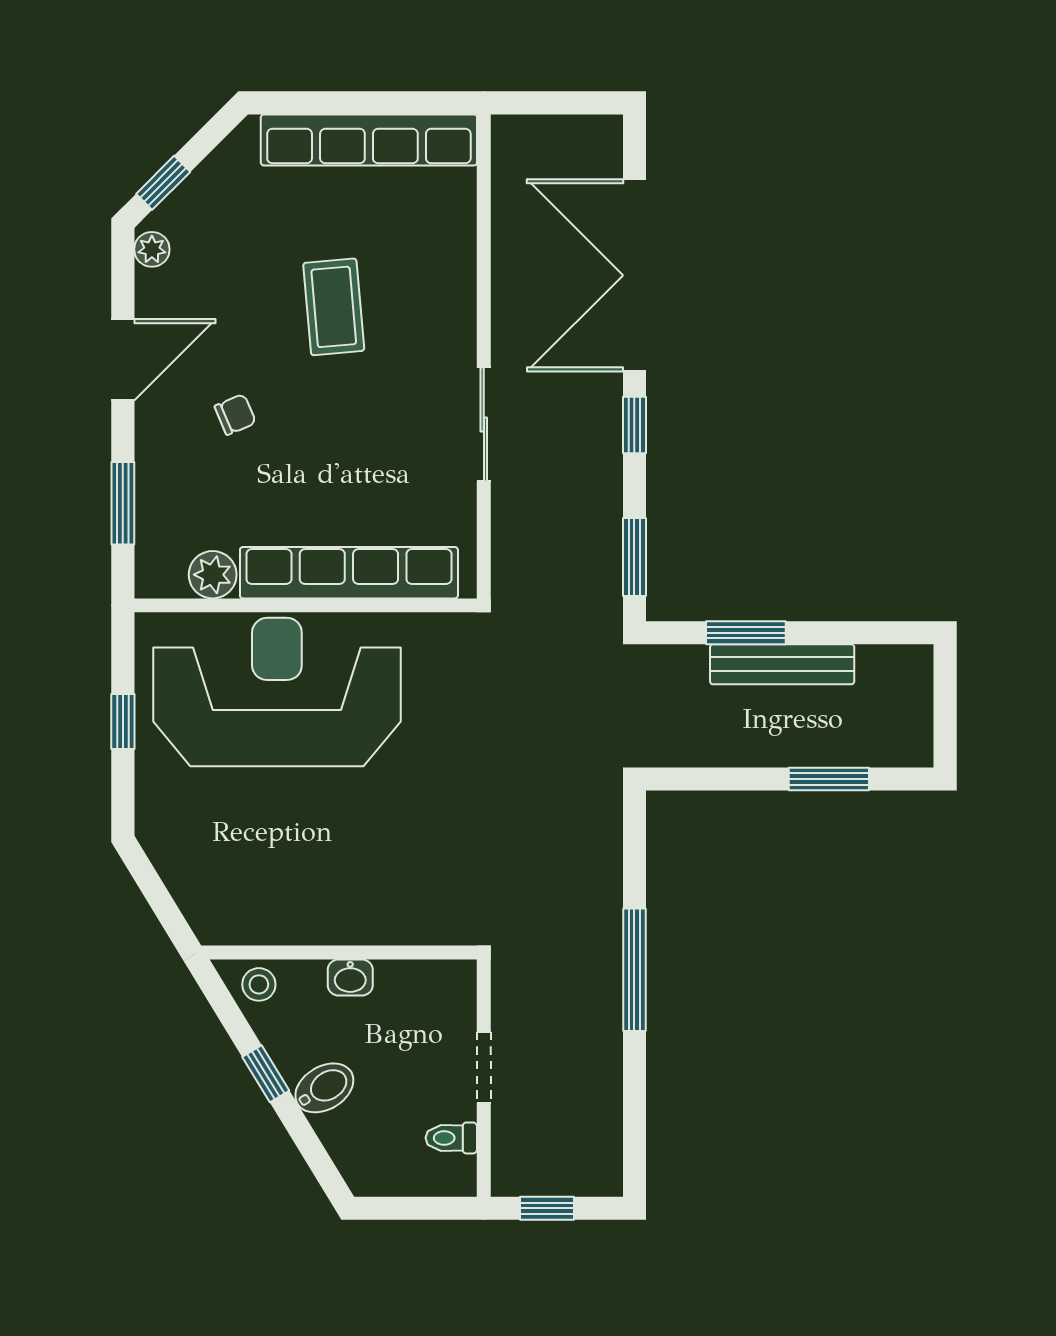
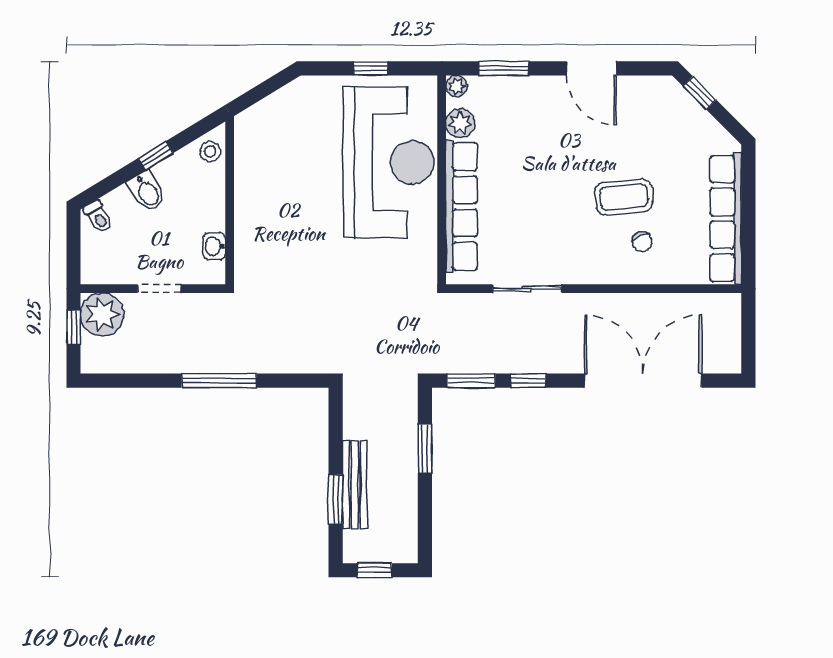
plant: (152, 249) -> (456, 86), moved
chair: (235, 414) -> (642, 241), moved
sliding door: (484, 424) -> (527, 289), moved
window: (634, 425) -> (528, 381), moved
bench: (782, 664) -> (355, 485), moved
window: (945, 715) -> (375, 570), added
washbasin: (350, 978) -> (214, 246), moved
toilet: (451, 1138) -> (98, 217), moved, turned 149
plant: (526, 1161) -> (102, 314), added

